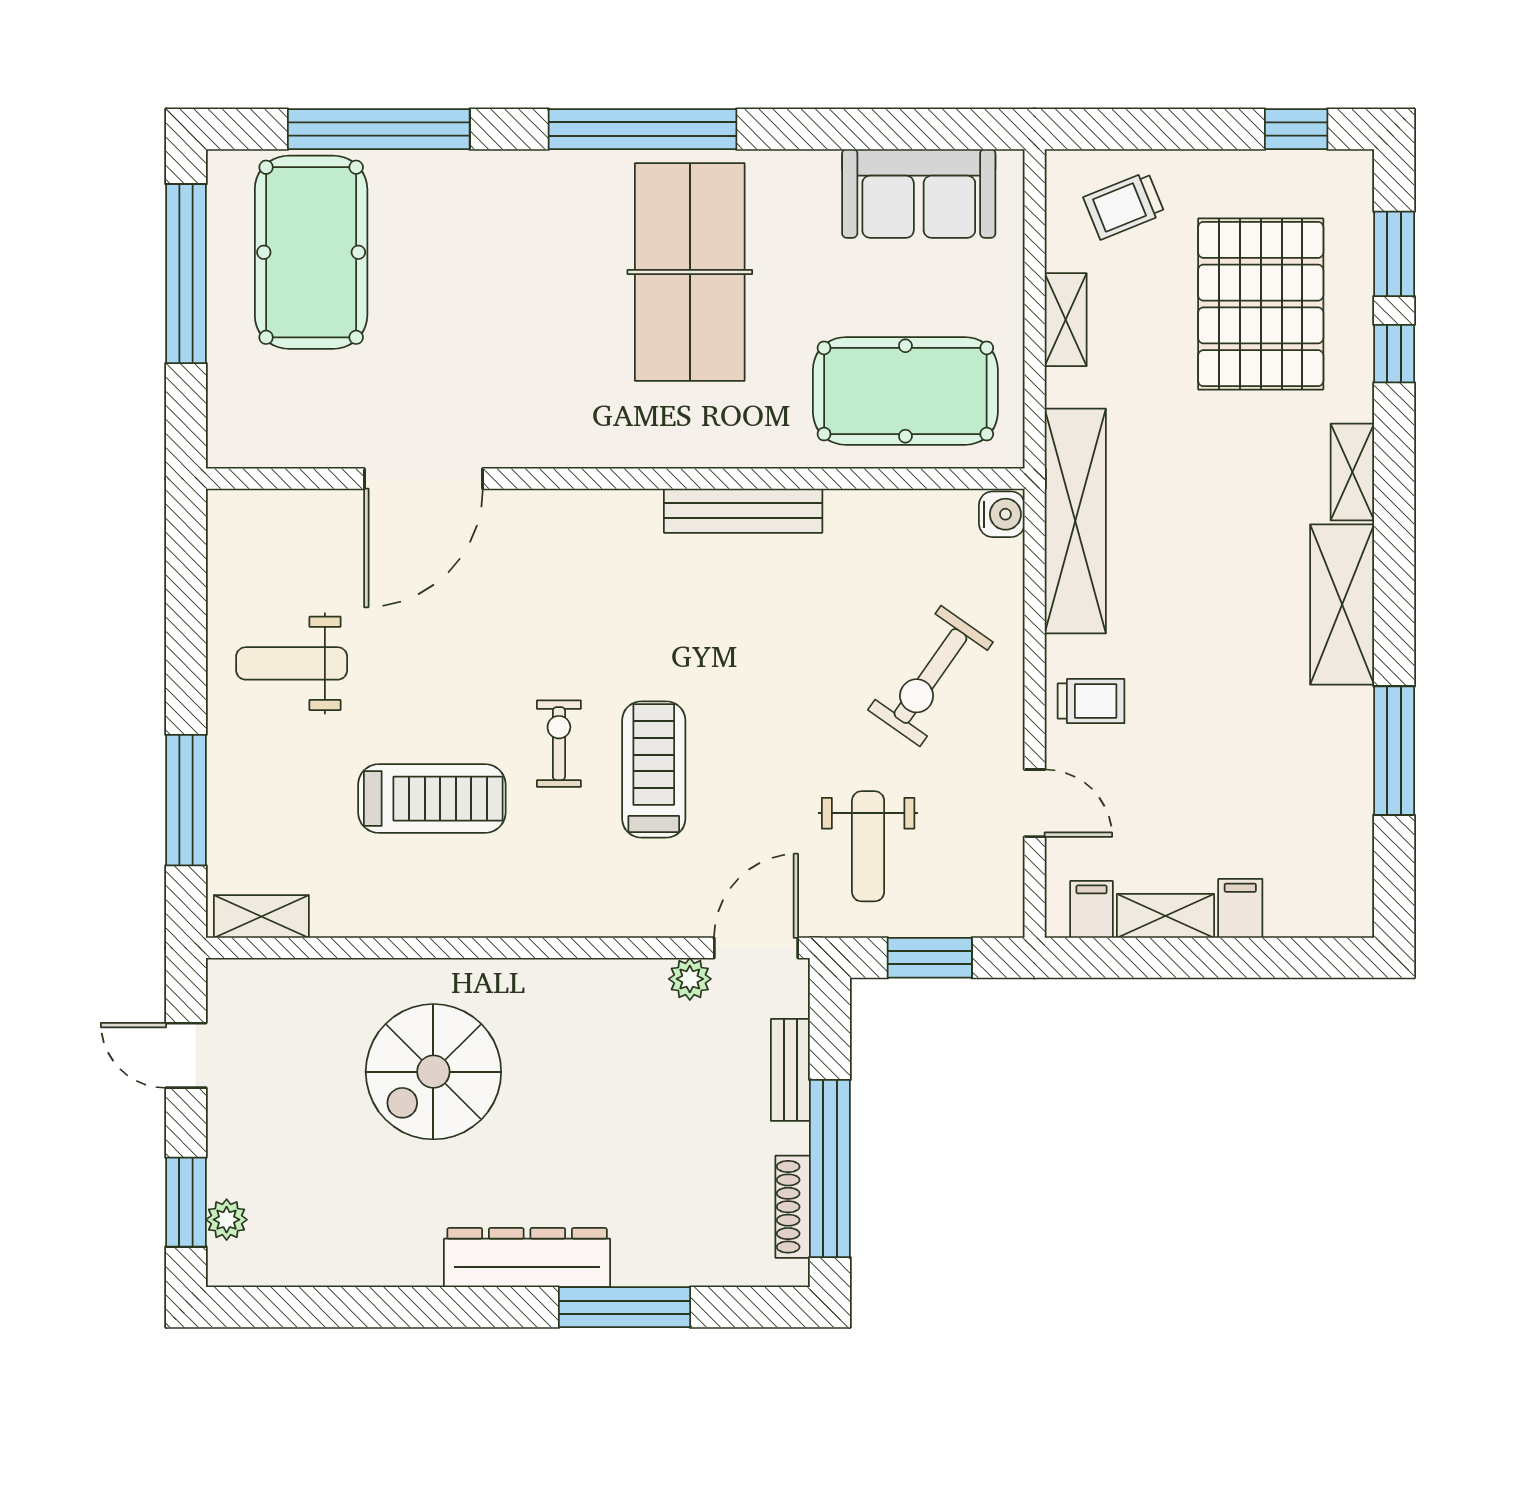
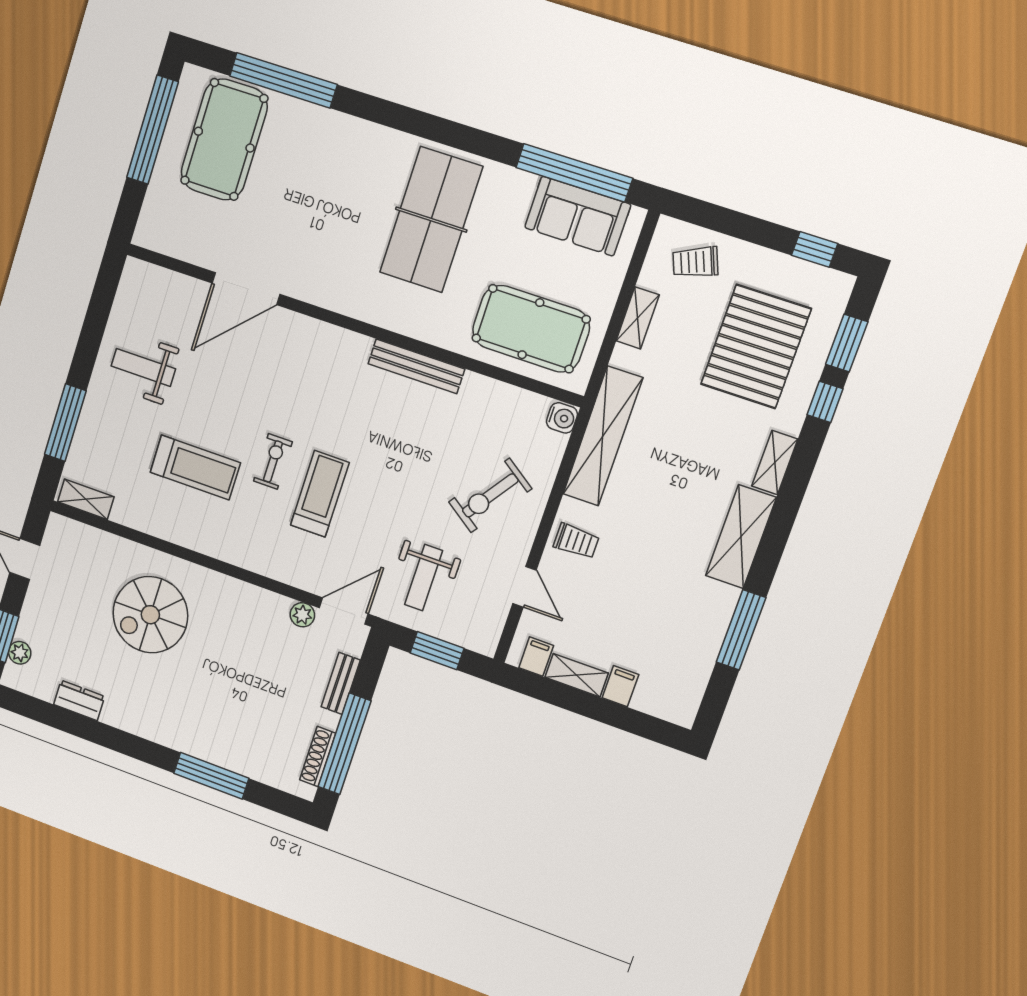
window: (642, 129) -> (574, 173), moved
dresser: (527, 1258) -> (79, 700), moved, width x0.51, depth x0.80

